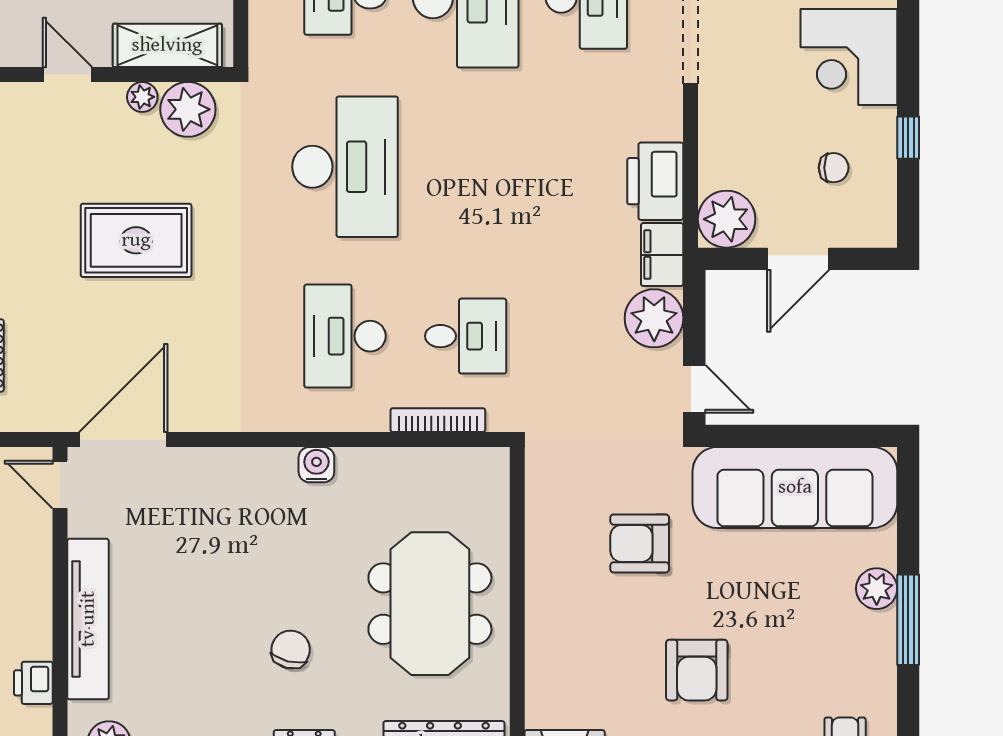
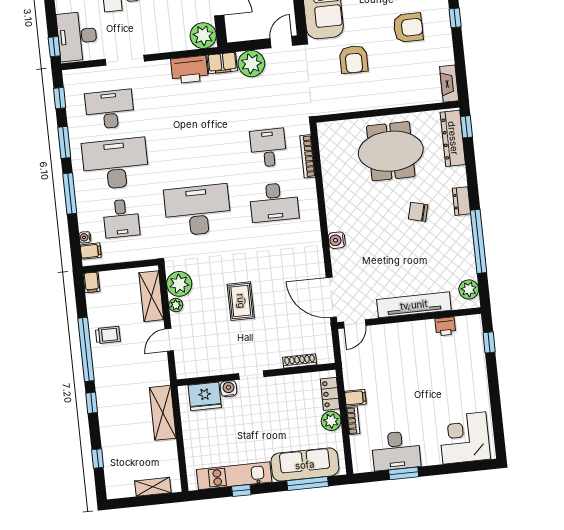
rug: (136, 240) -> (241, 301), width x0.73, depth x0.70
water cooler: (316, 465) -> (337, 240), moved

